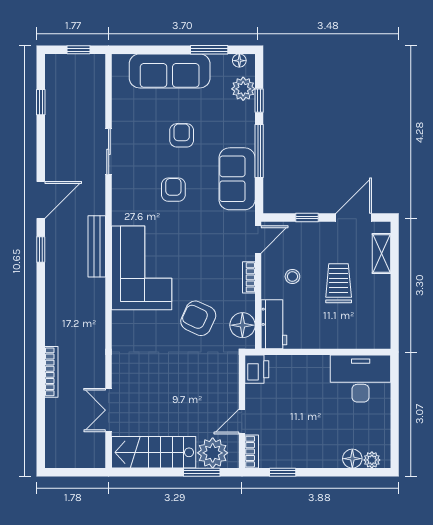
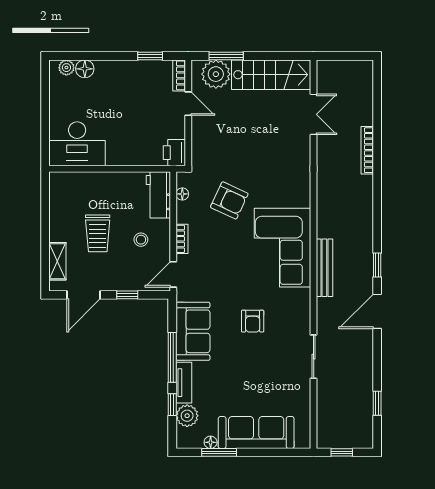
floor lamp: (239, 61) -> (211, 442), moved
tv unit: (247, 124) -> (184, 383), added
armchair: (182, 135) -> (245, 372), removed
floor lamp: (242, 325) -> (182, 194), width x0.53, depth x0.53
door: (242, 422) -> (188, 104), hinge flipped

